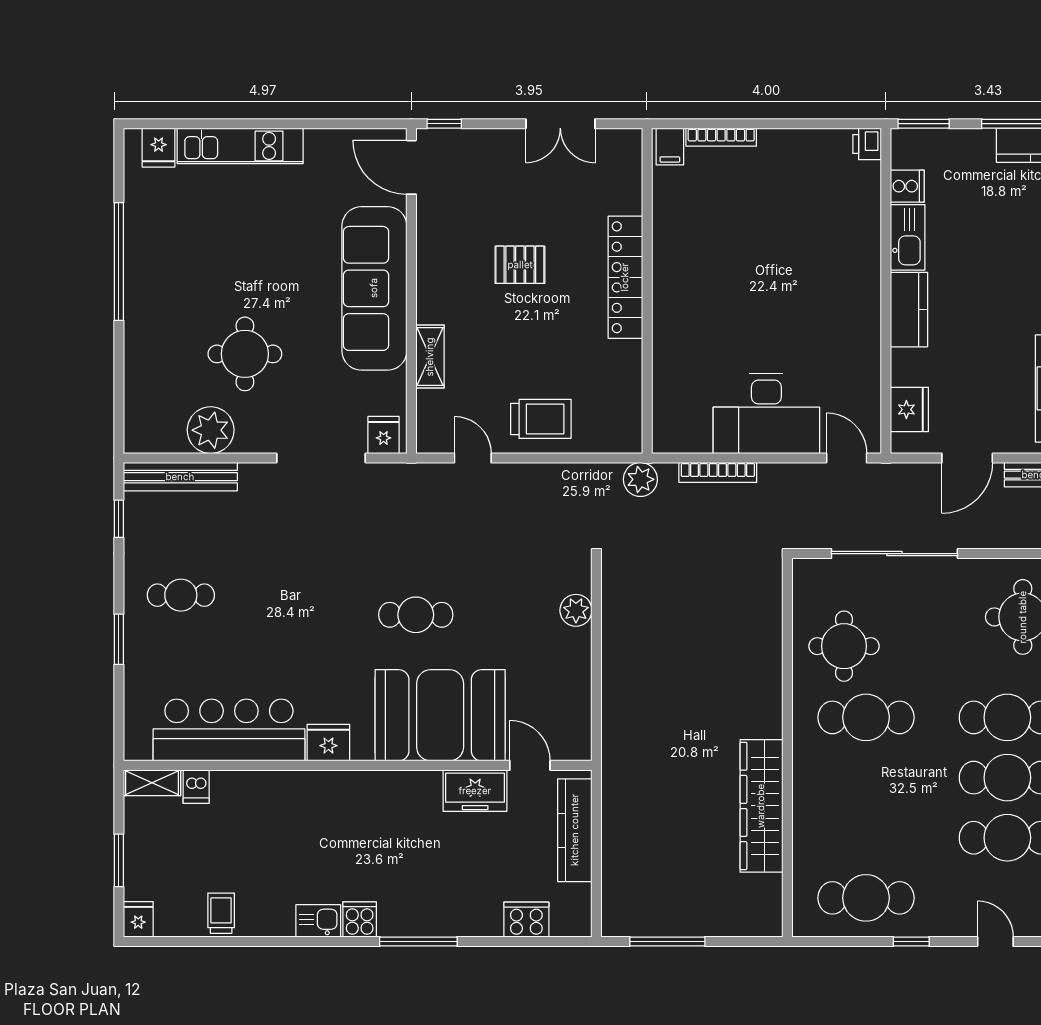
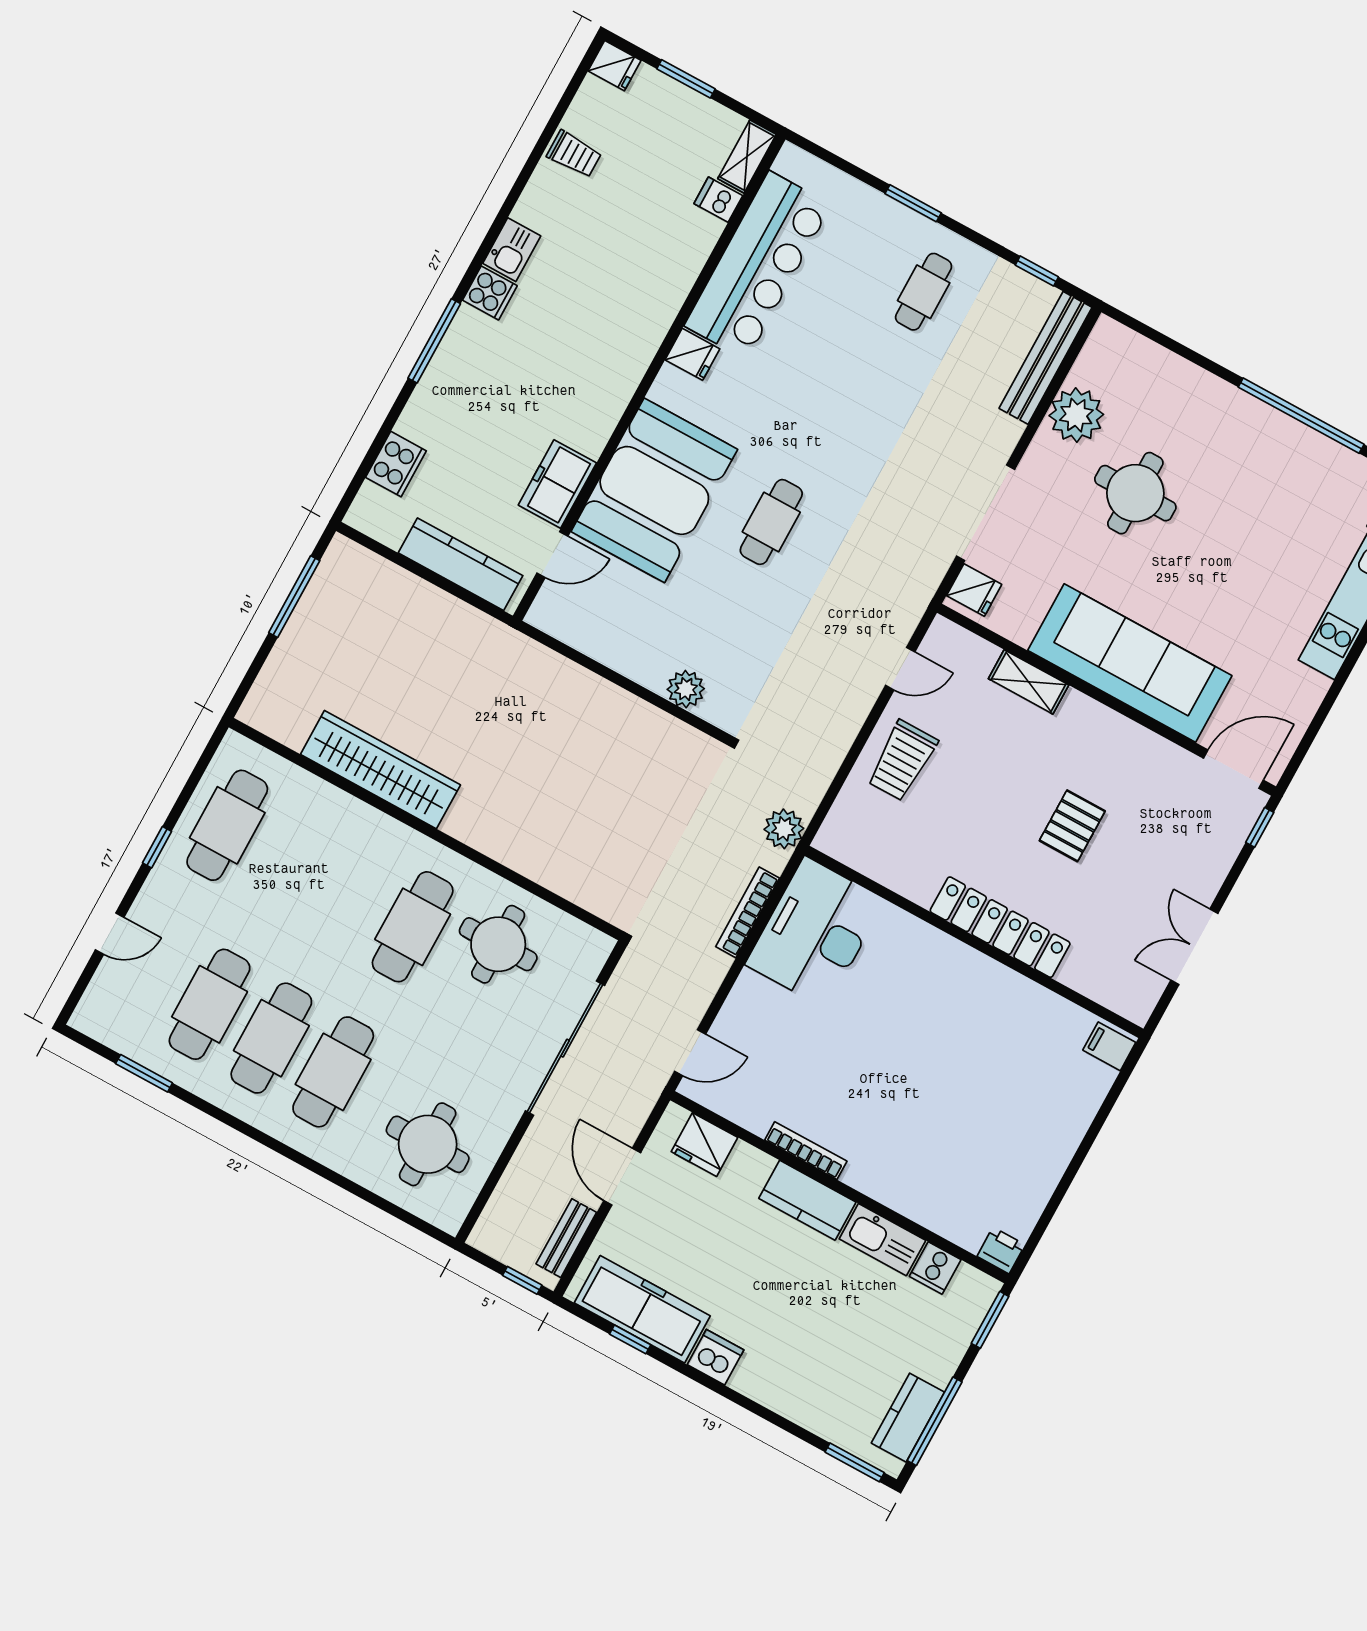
bookcase: (721, 137) -> (806, 1151), moved, turned 90
desk: (766, 414) -> (815, 932), moved
fridge: (328, 743) -> (692, 354), width x0.72

